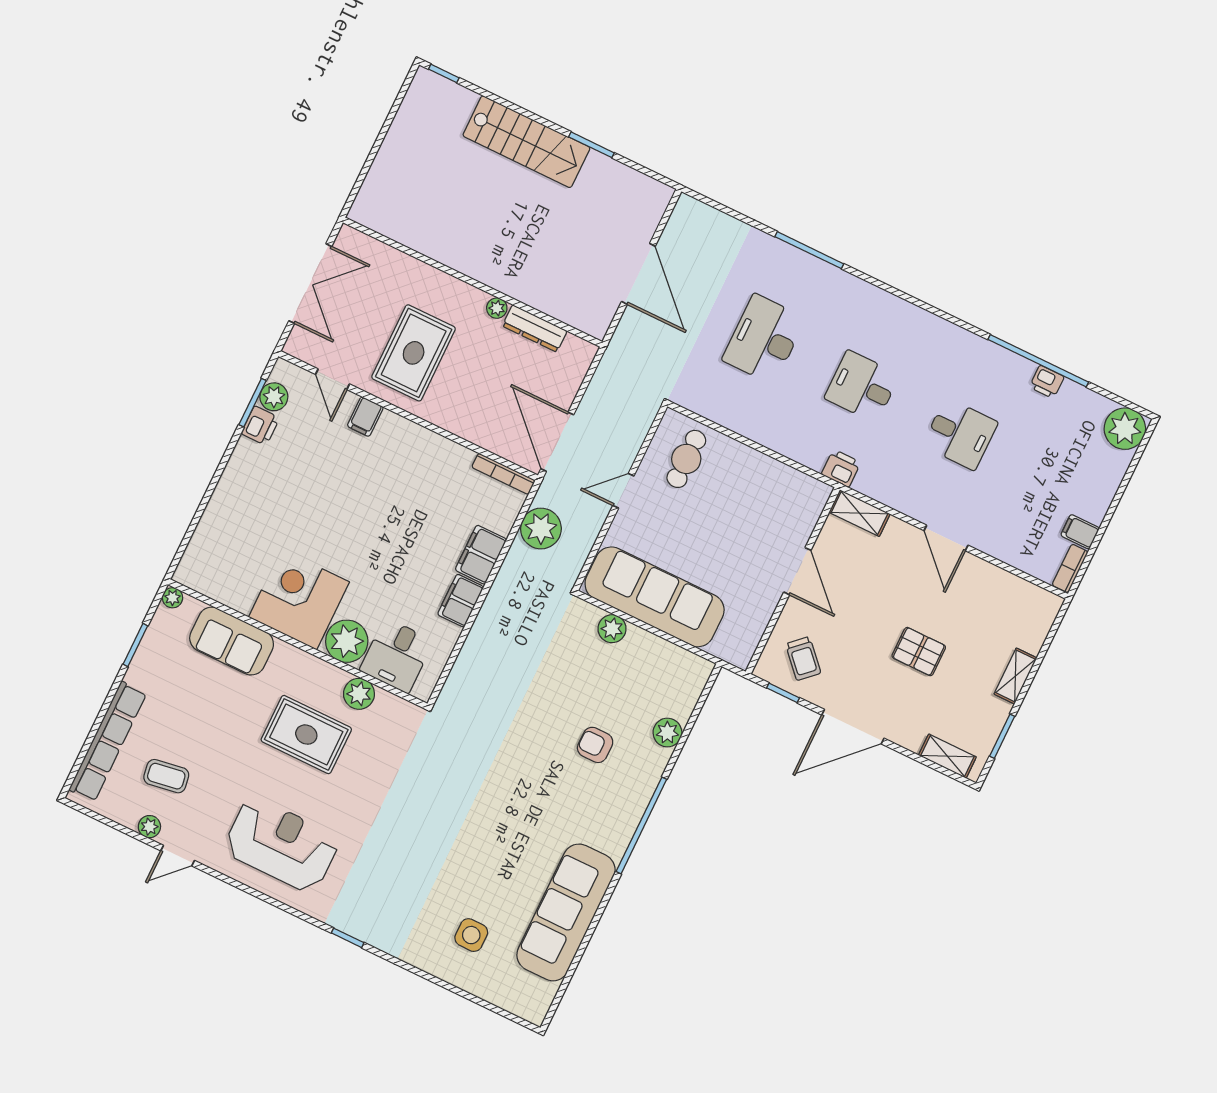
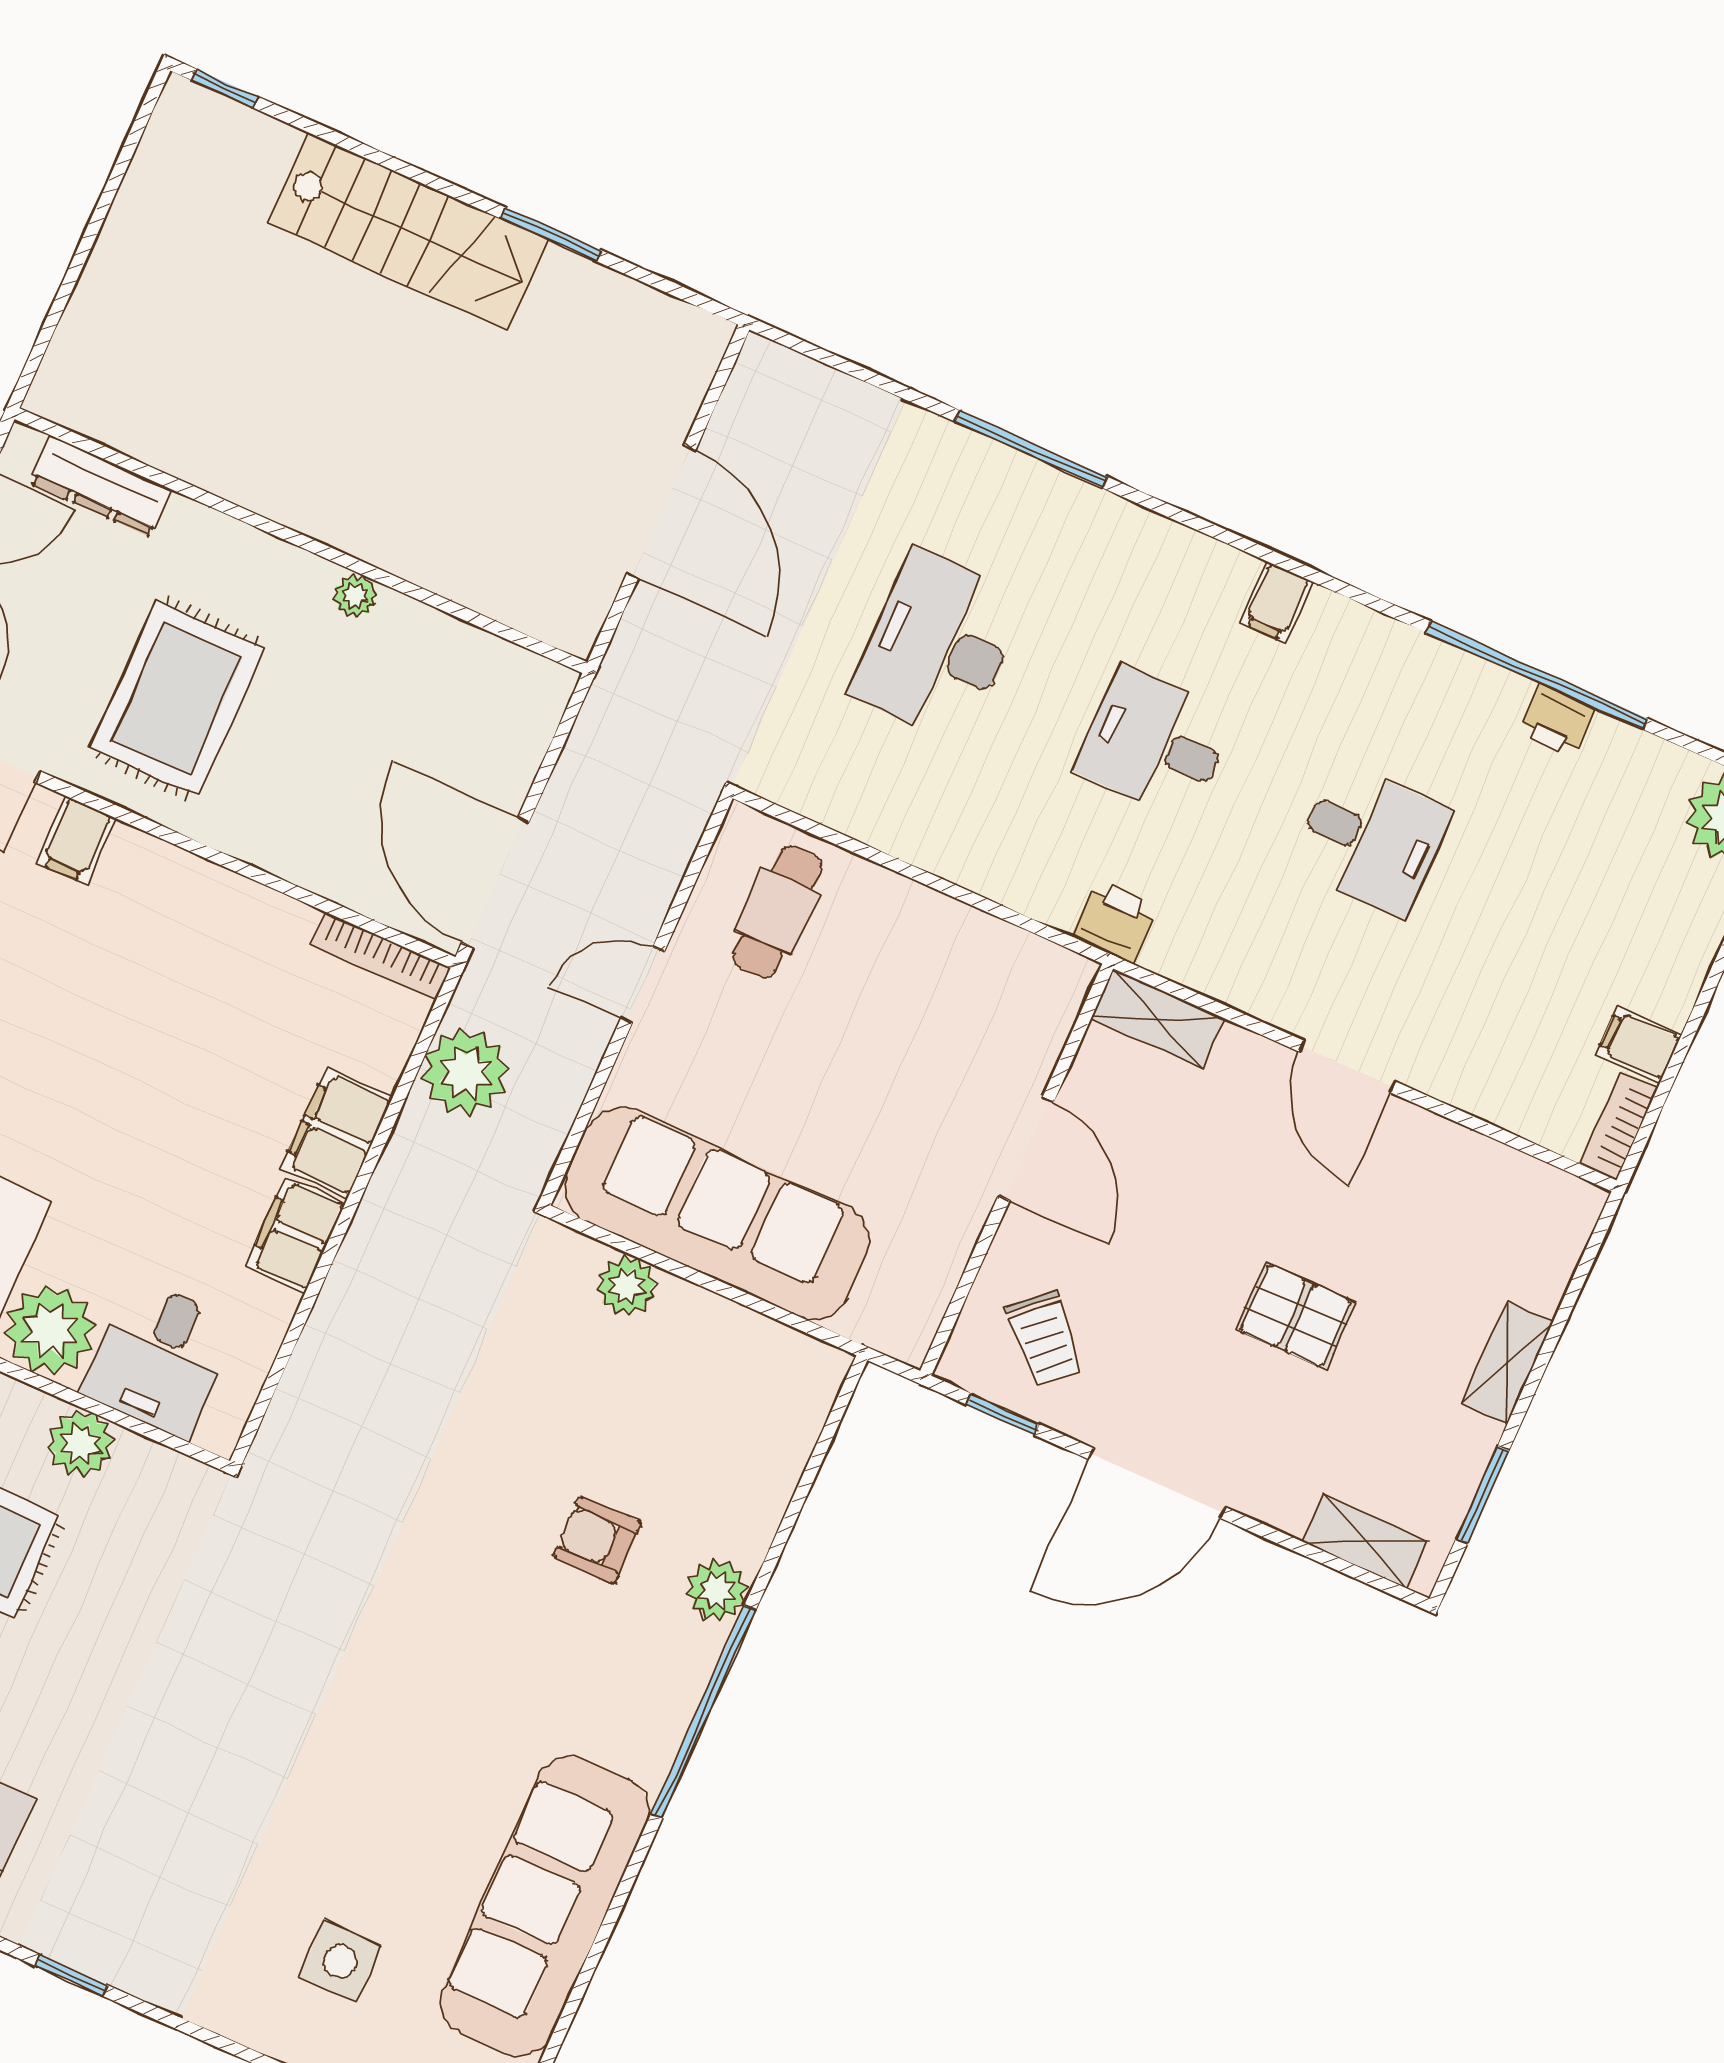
filing cabinet: (920, 324) -> (1276, 602), added
dresser: (535, 328) -> (101, 486), moved
plant: (667, 733) -> (717, 1590), moved

